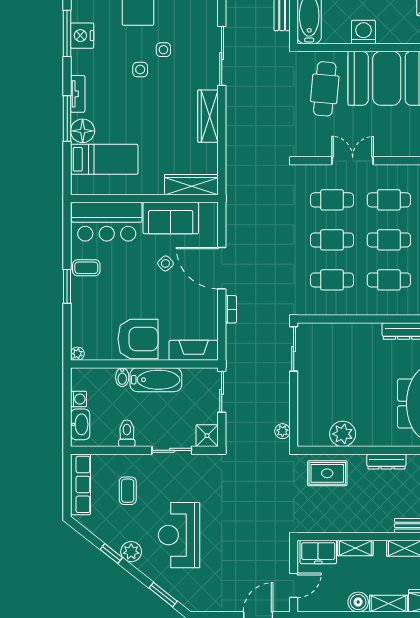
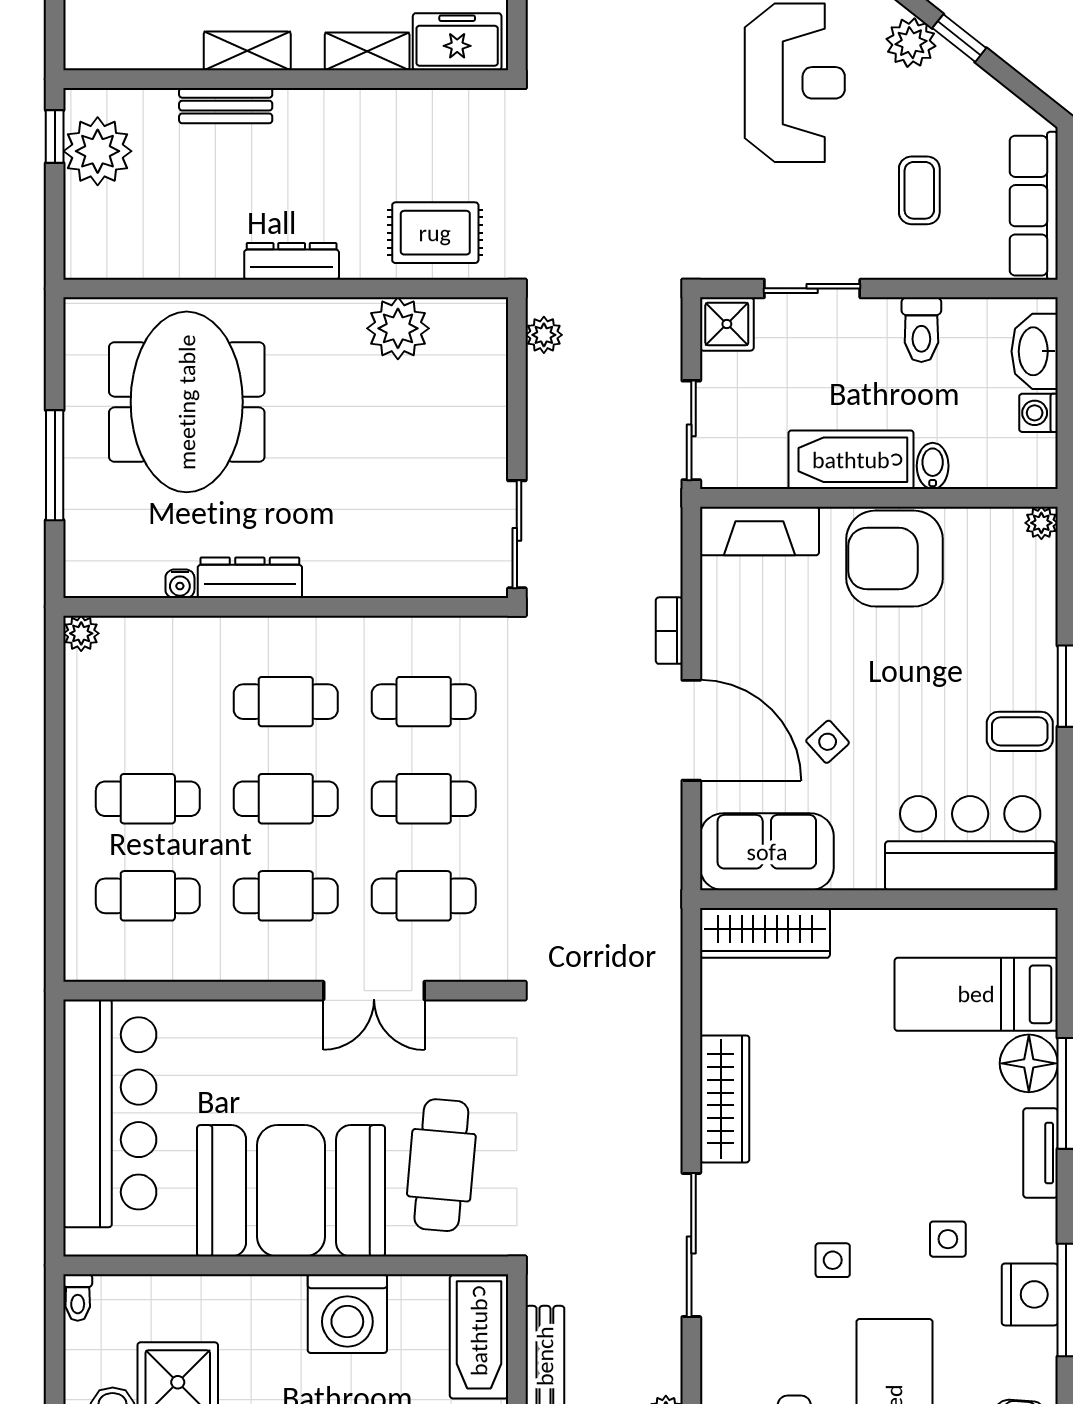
washing machine: (363, 32) -> (347, 1314), width x1.37, depth x1.37
side table: (140, 70) -> (948, 1239), moved
sofa: (171, 218) -> (767, 852), moved

